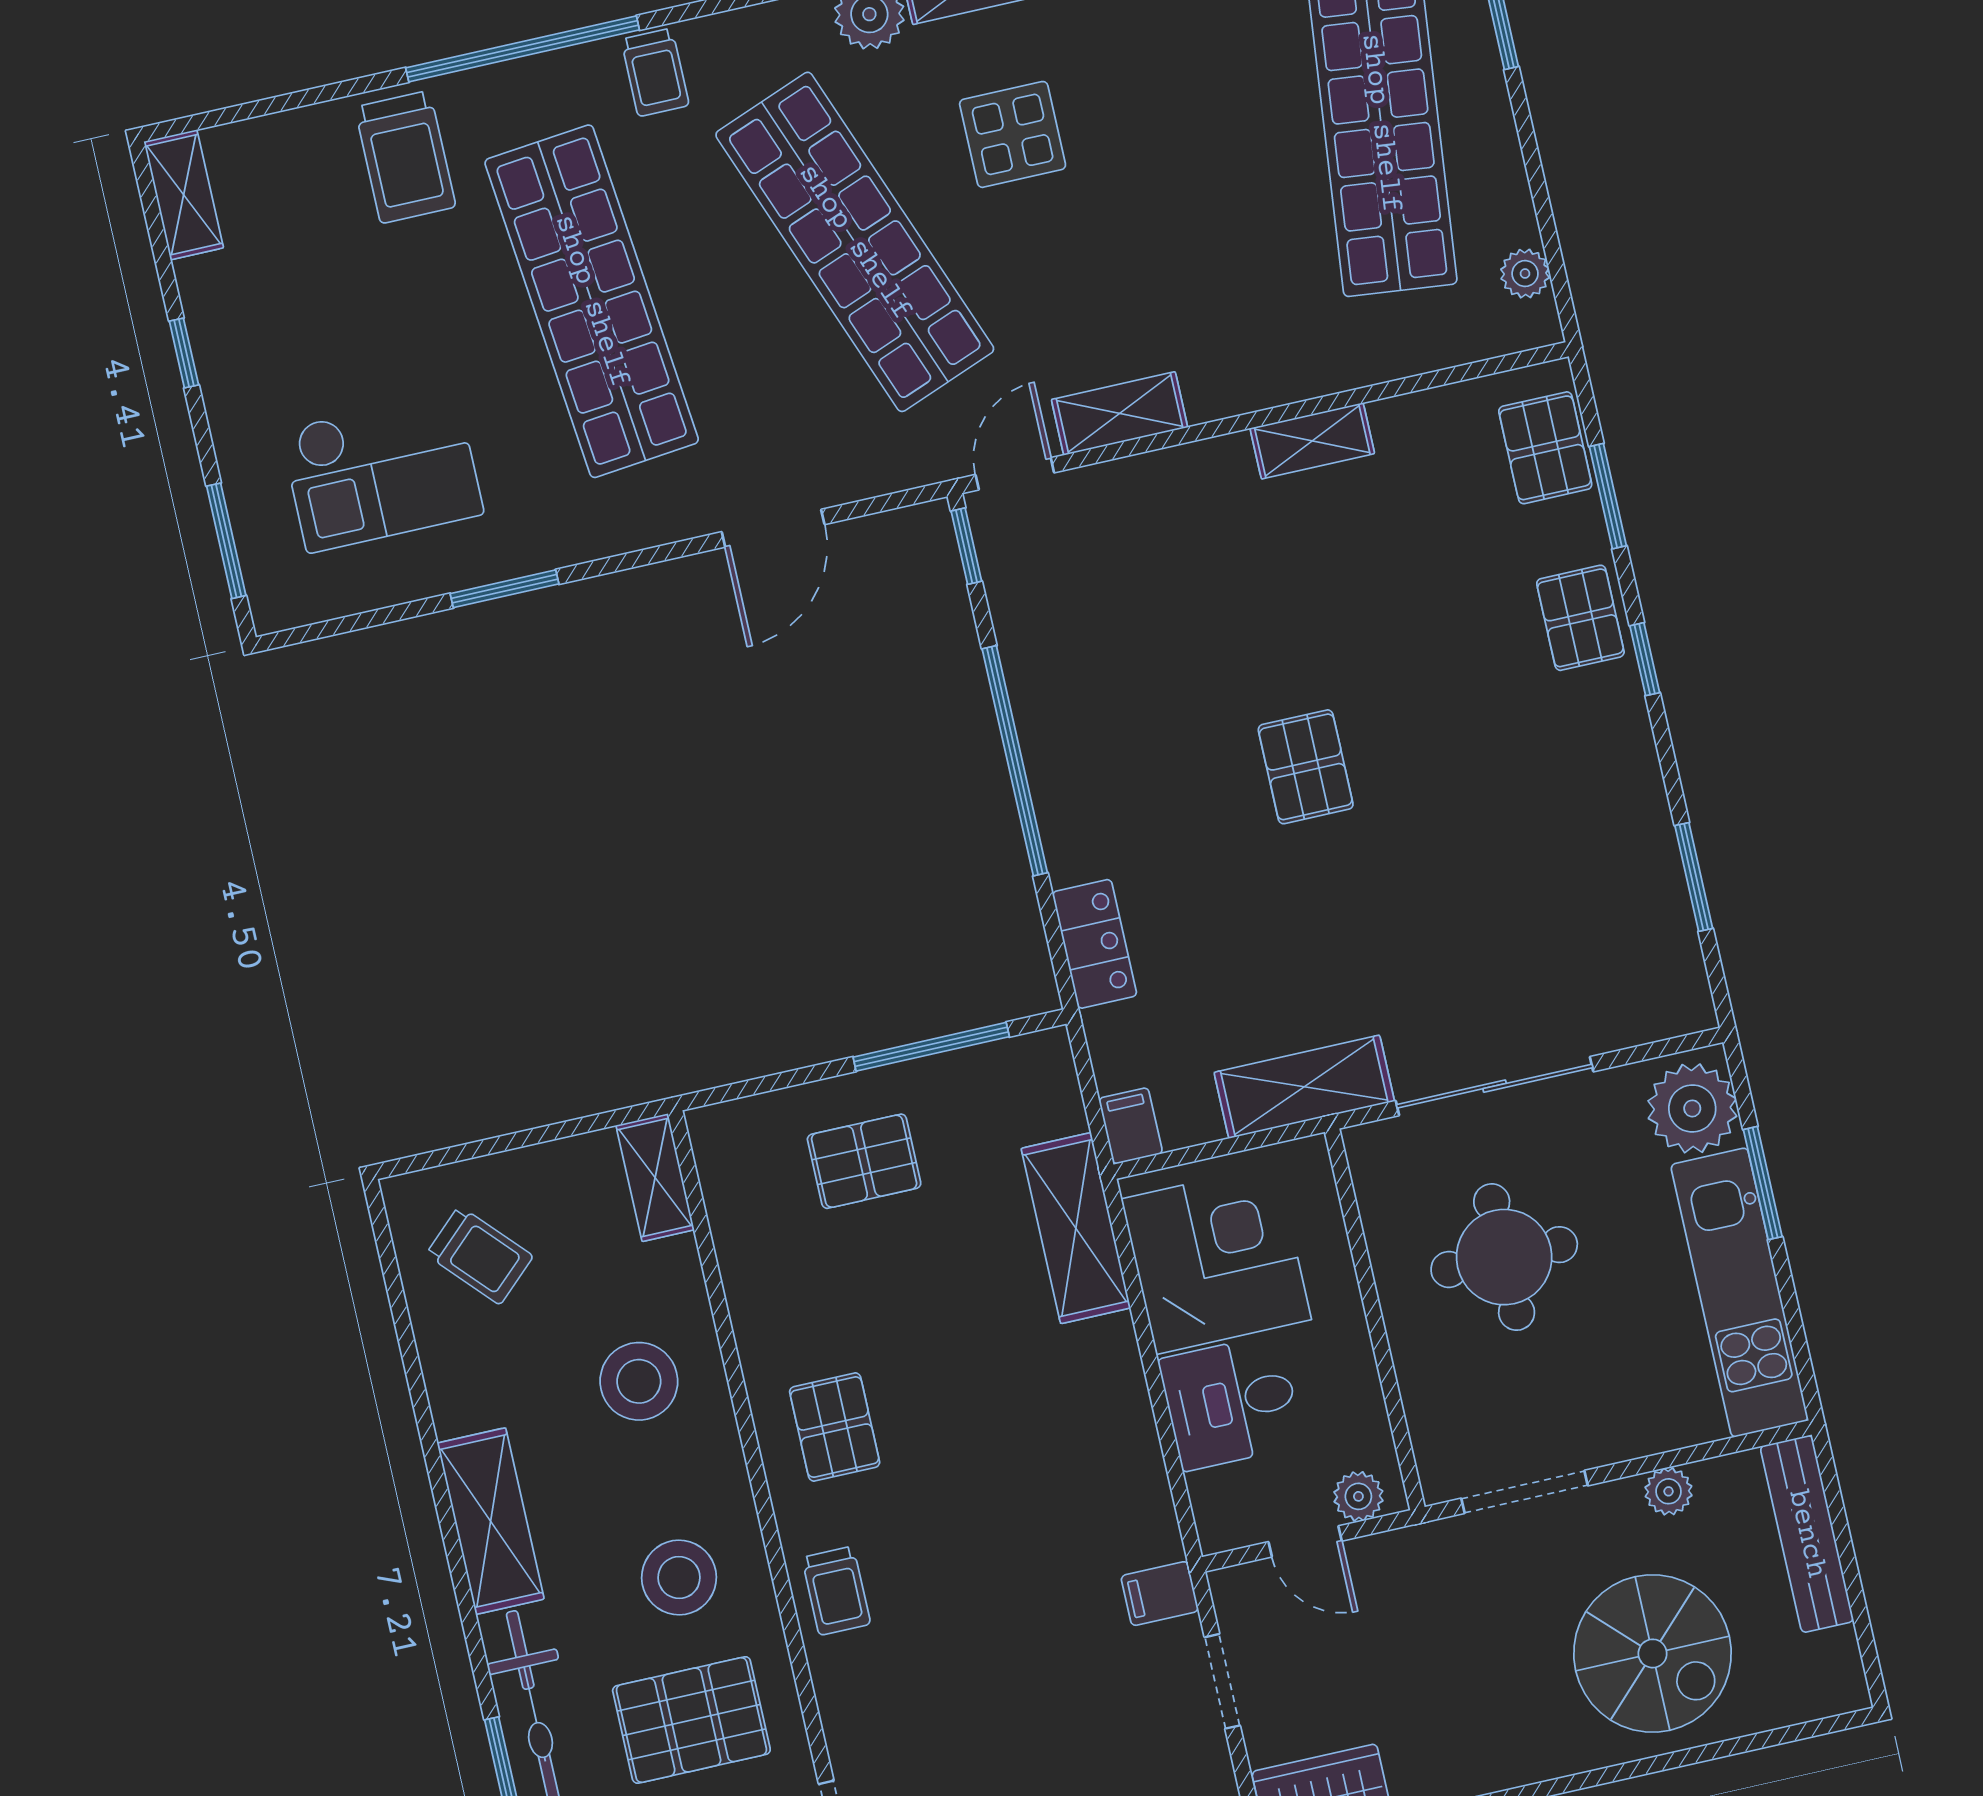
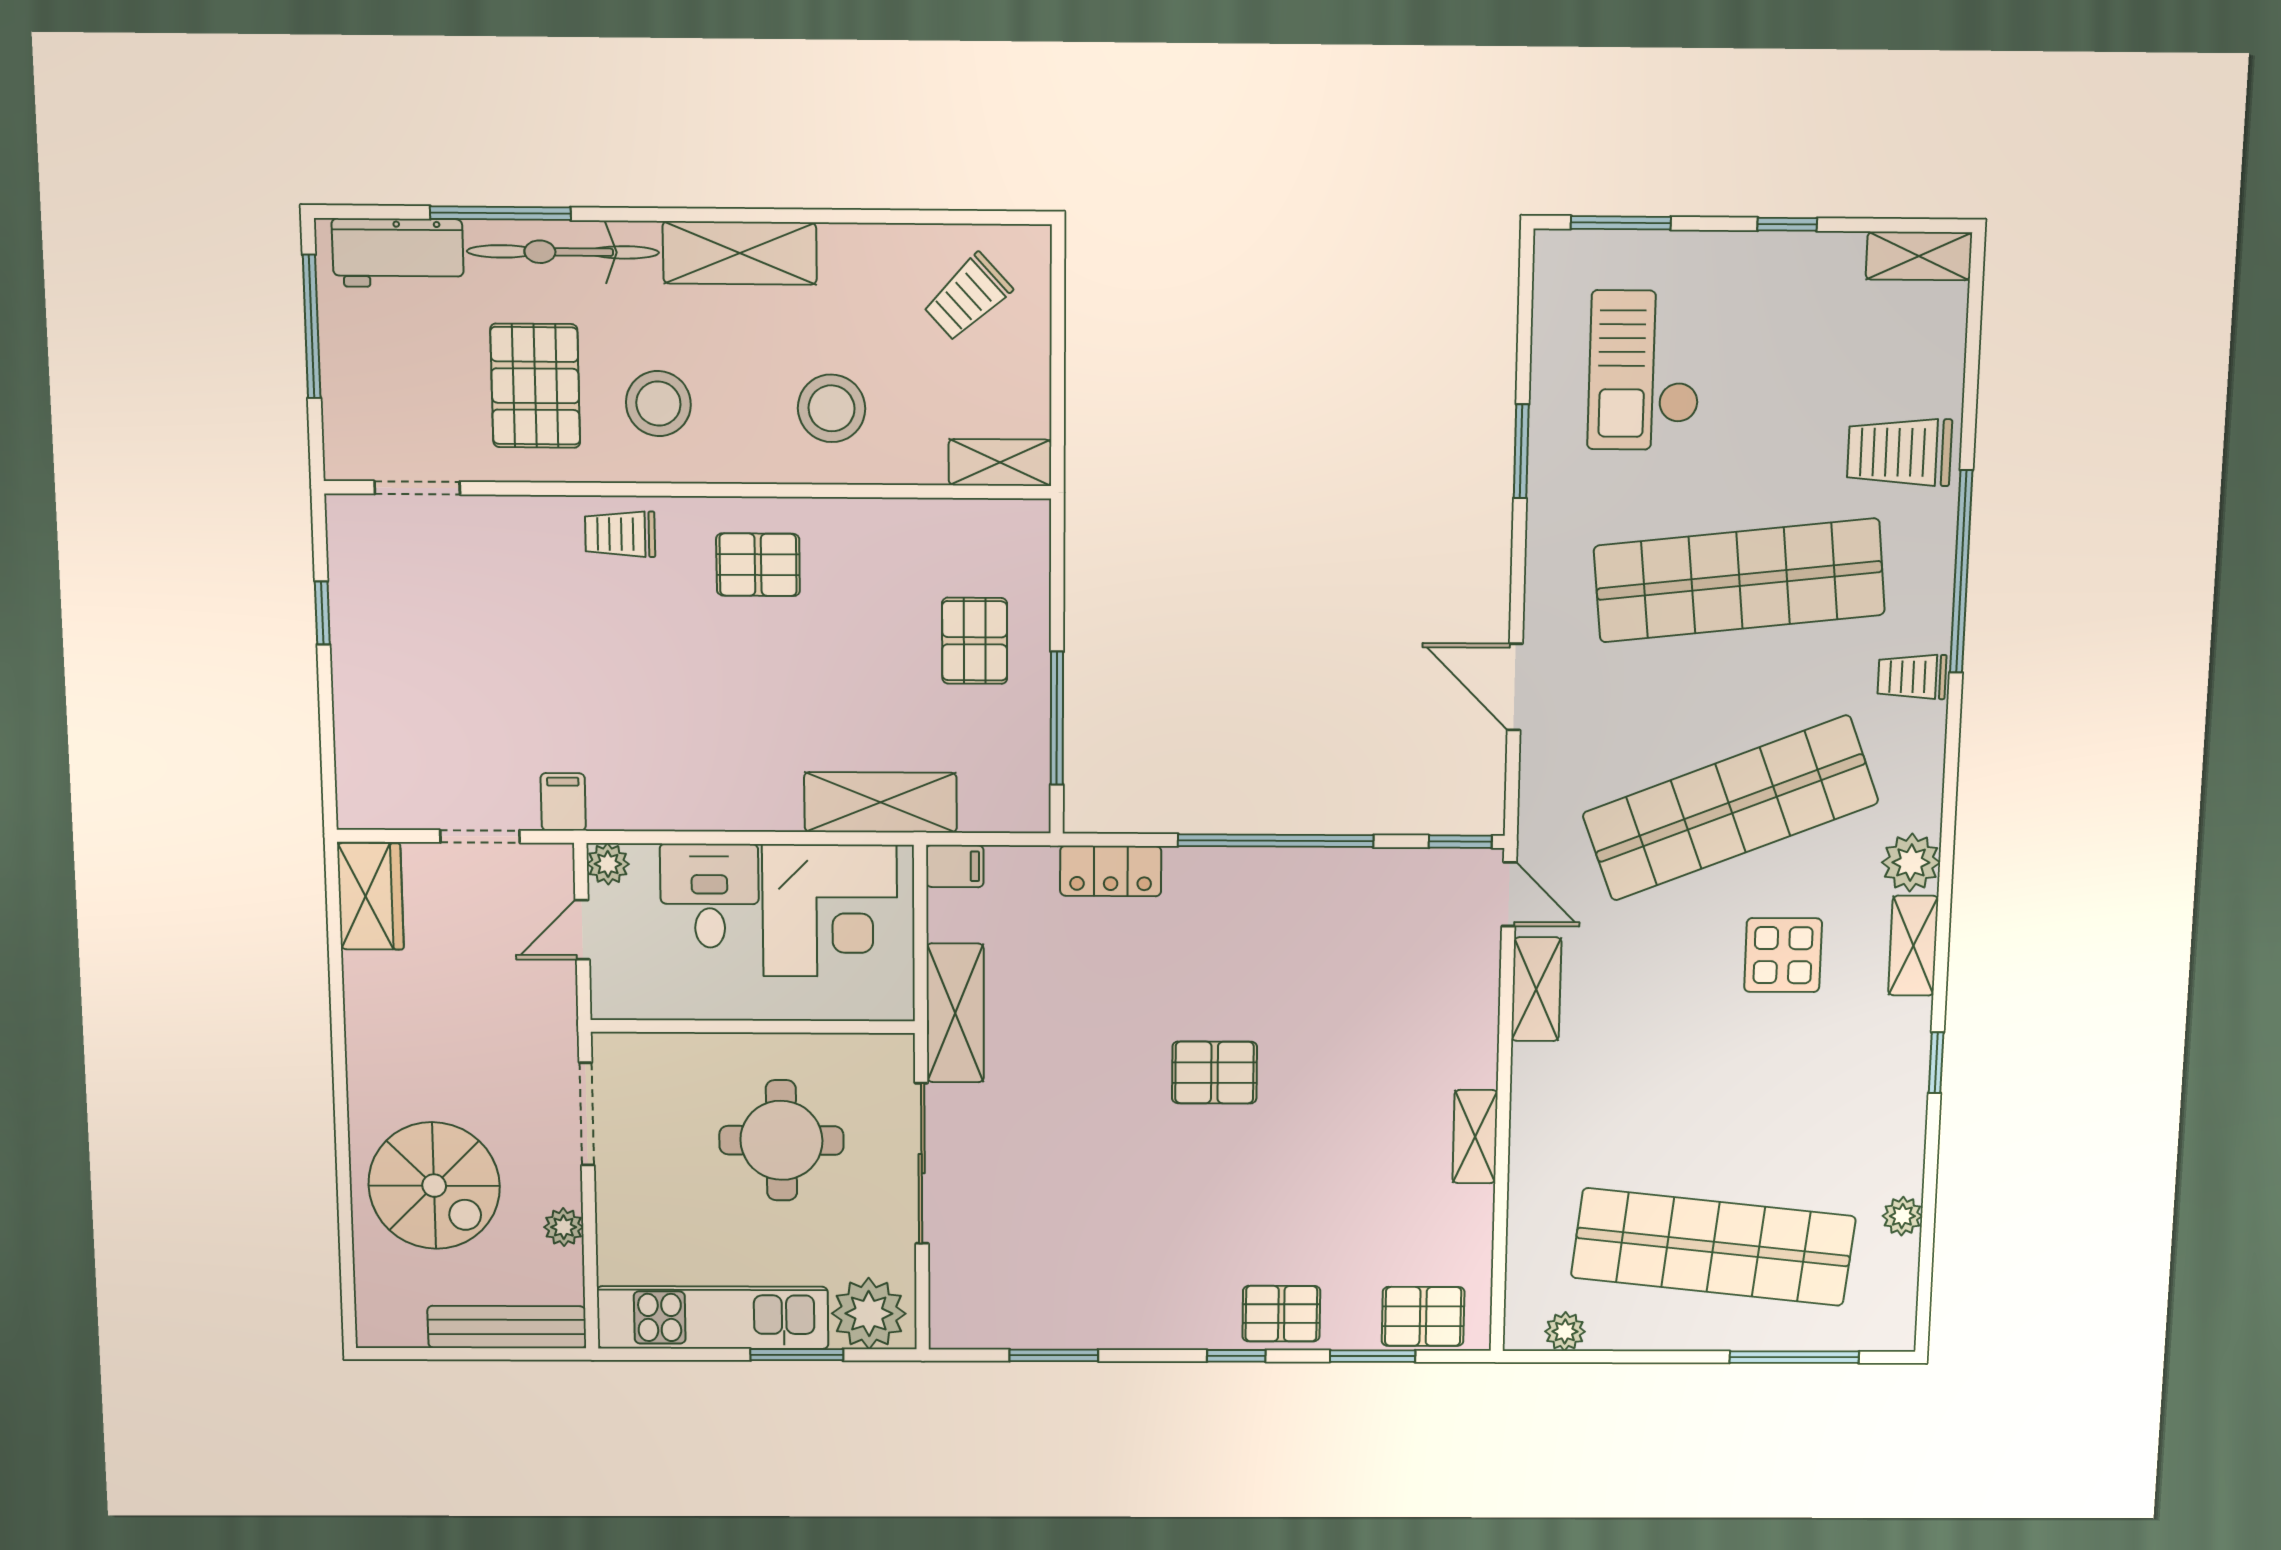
plant: (1358, 1496) -> (608, 864), moved
spiral stairs: (1653, 1653) -> (434, 1186), turned -90

